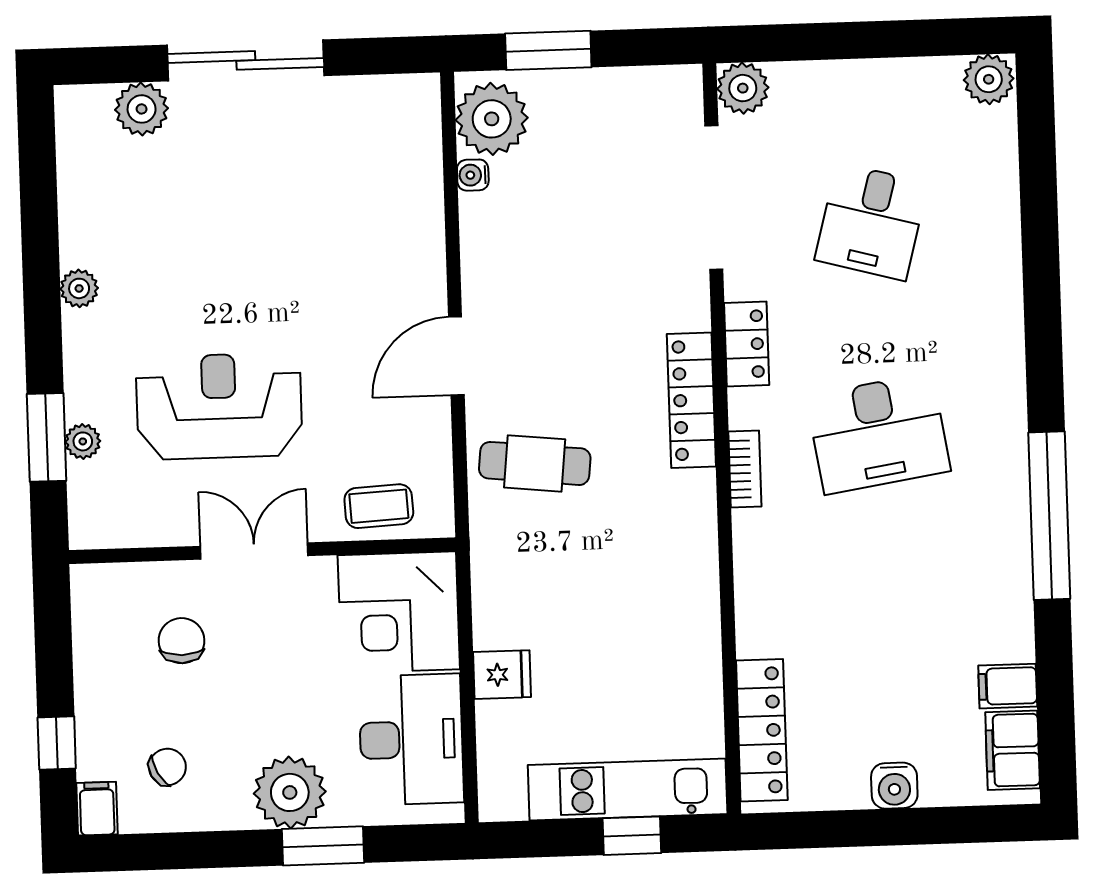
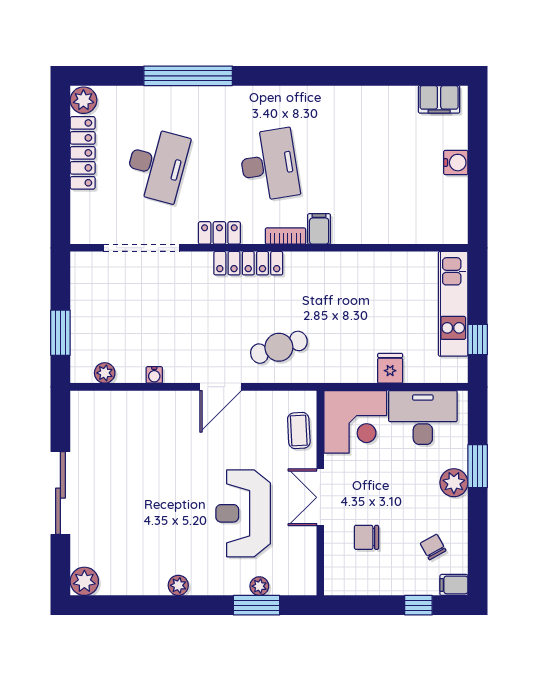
plant: (743, 88) -> (84, 230), removed
plant: (142, 109) -> (84, 581), moved
plant: (492, 119) -> (105, 373), width x0.53, depth x0.53
water cooler: (473, 175) -> (154, 375), moved
desk: (871, 222) -> (157, 165), width x1.37
door: (456, 356) -> (221, 387), hinge flipped
cafe table: (535, 463) -> (279, 347), turned 66
window: (1049, 516) -> (188, 76), moved
filing cabinet: (1008, 686) -> (319, 229), moved, turned 180
locker: (762, 730) -> (83, 153), moved, turned 90
plant: (290, 792) -> (454, 483), width x0.73, depth x0.73
window: (632, 836) -> (478, 339), moved

